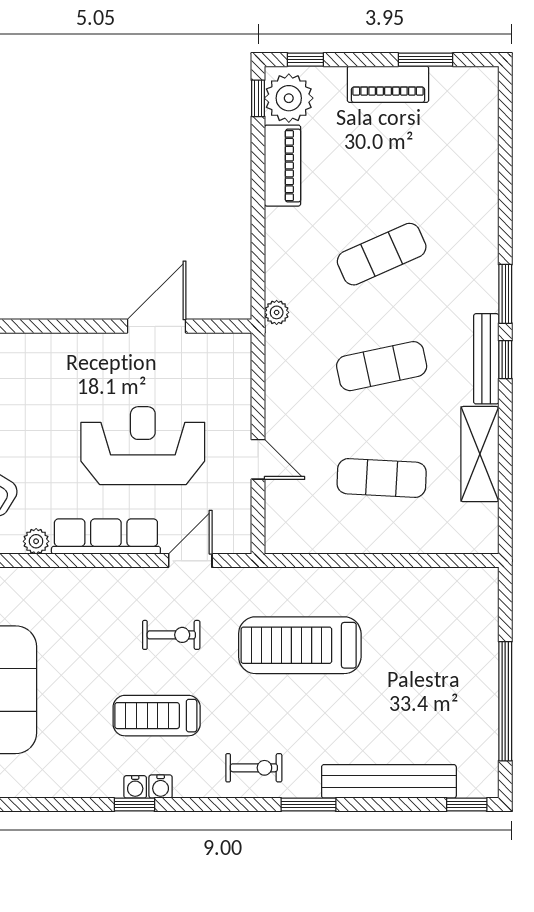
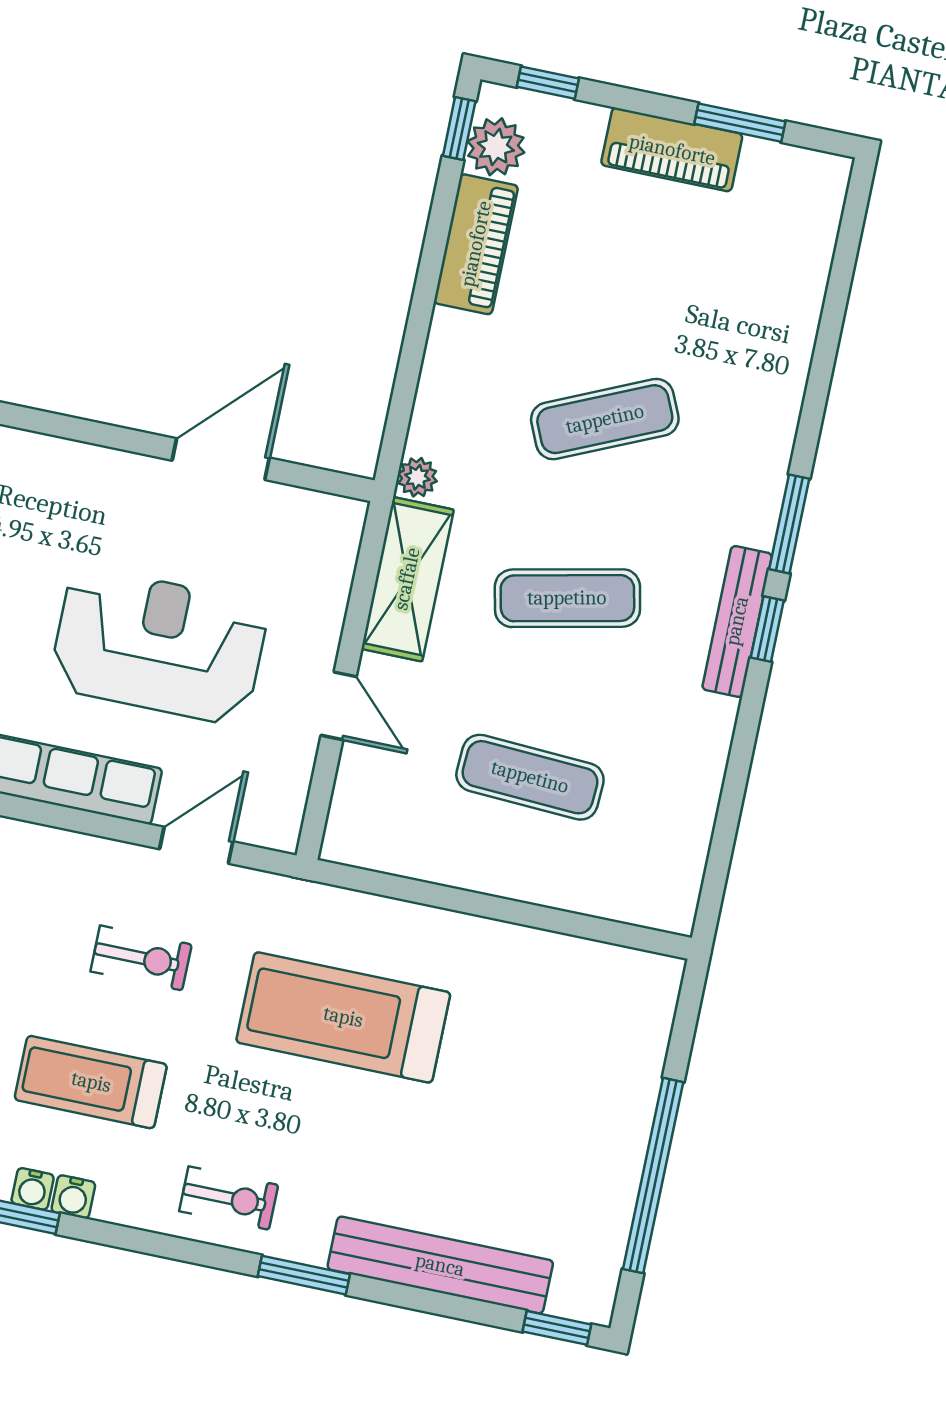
plant: (289, 98) -> (496, 147), width x0.73, depth x0.73
shelving: (480, 454) -> (407, 579), moved

